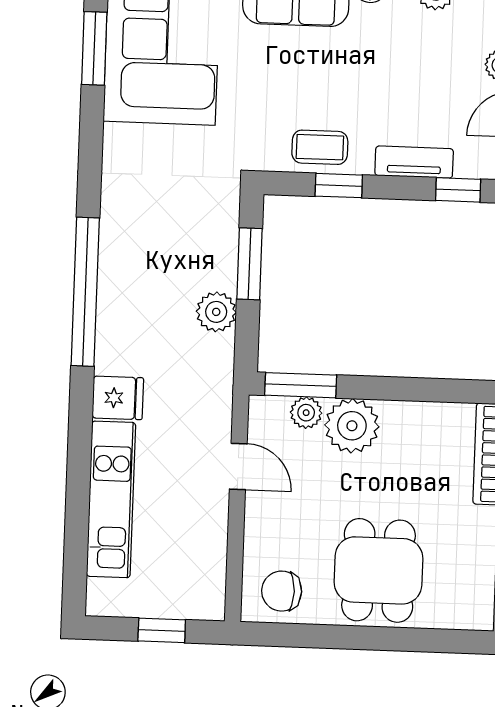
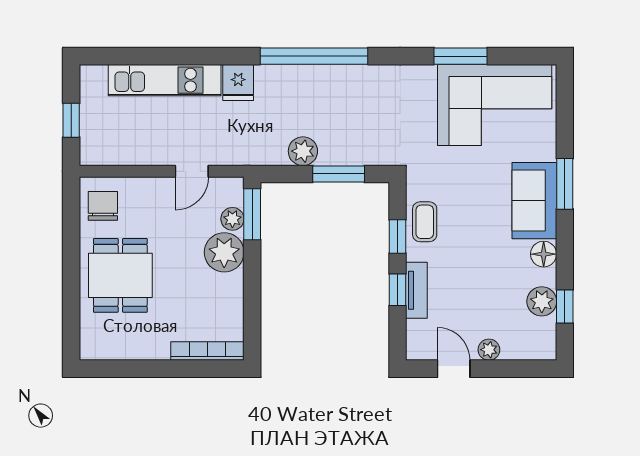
window: (94, 48) -> (461, 56), moved
window: (458, 190) -> (398, 290), moved
dining table: (379, 570) -> (120, 275), turned 90

